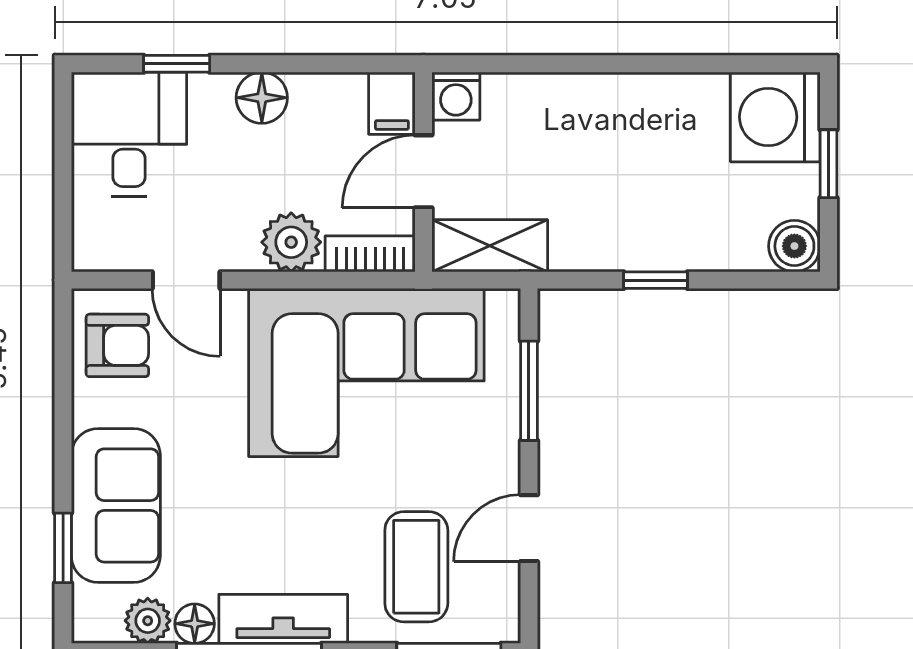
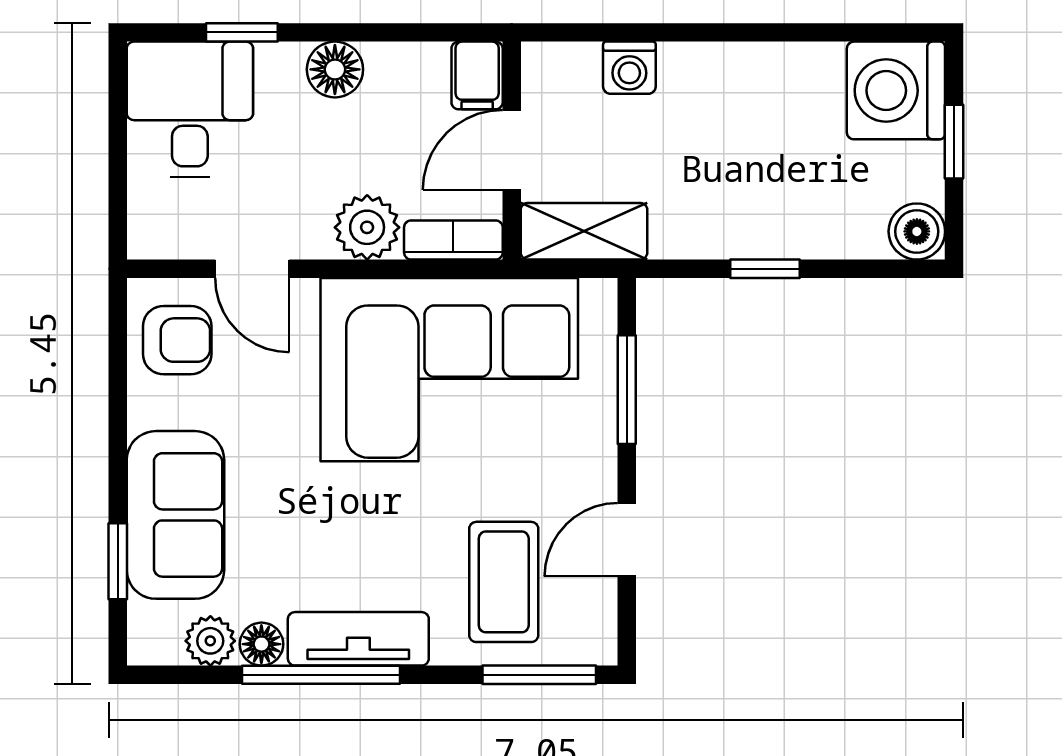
washing machine: (456, 96) -> (629, 68), moved

